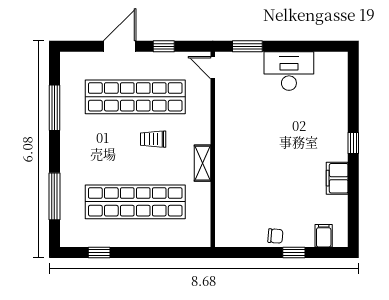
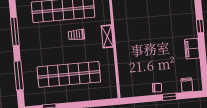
window: (54, 108) -> (15, 31), moved
shelving: (202, 163) -> (107, 36), moved

